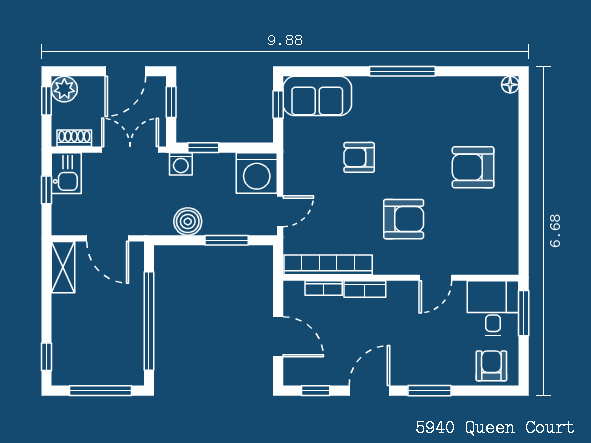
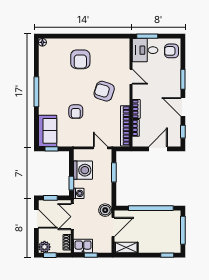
washing machine: (257, 173) -> (83, 170), moved
armchair: (404, 219) -> (104, 91), turned -72
boiler: (188, 221) -> (105, 210), moved

